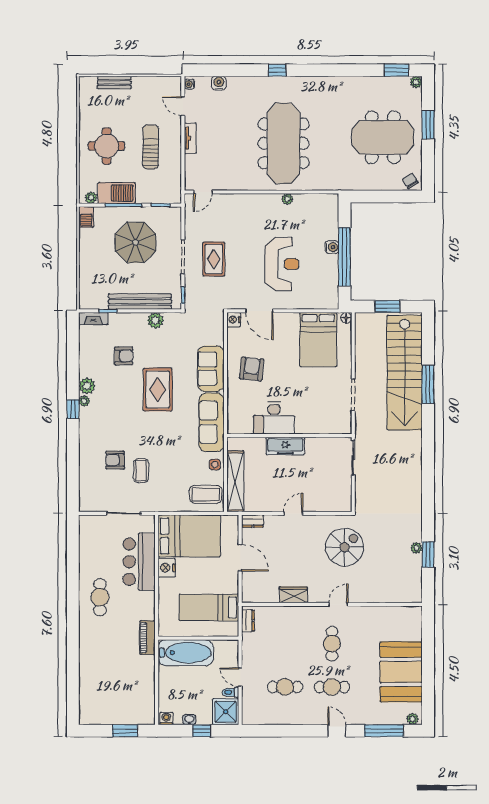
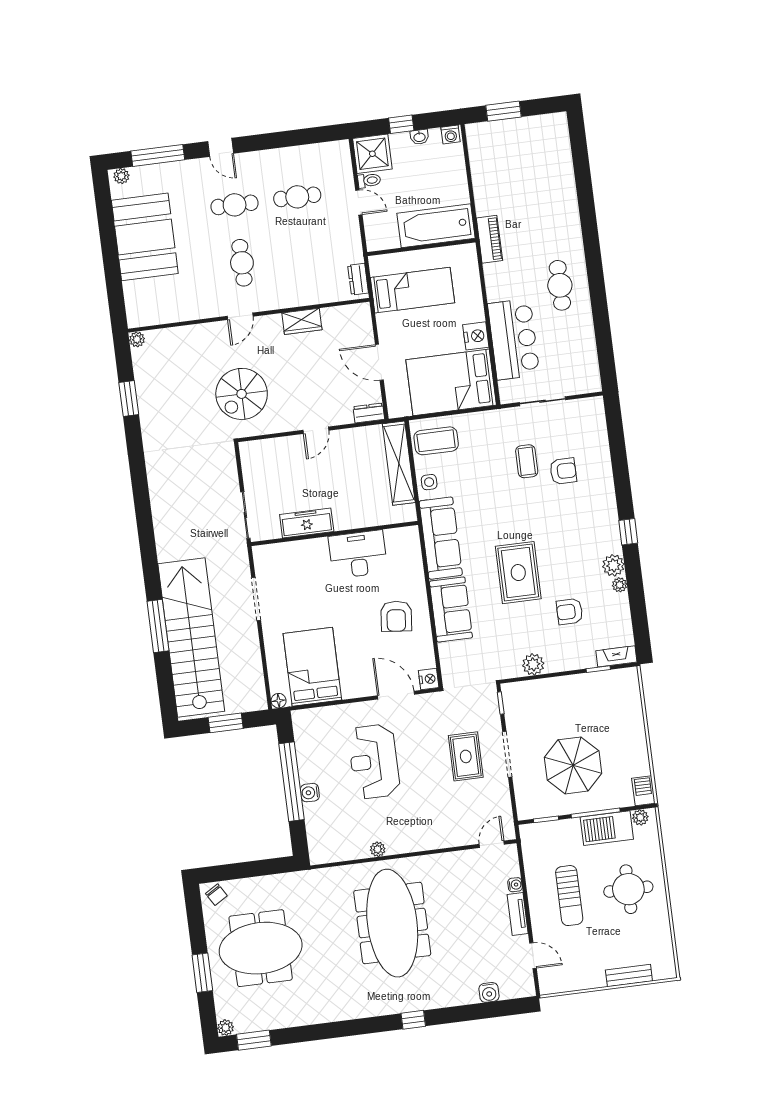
water cooler: (190, 84) -> (515, 885), moved
bench: (140, 302) -> (557, 687), removed
plant: (84, 401) -> (620, 585), moved
freezer: (285, 446) -> (307, 523), moved
plant: (416, 548) -> (137, 339), moved

